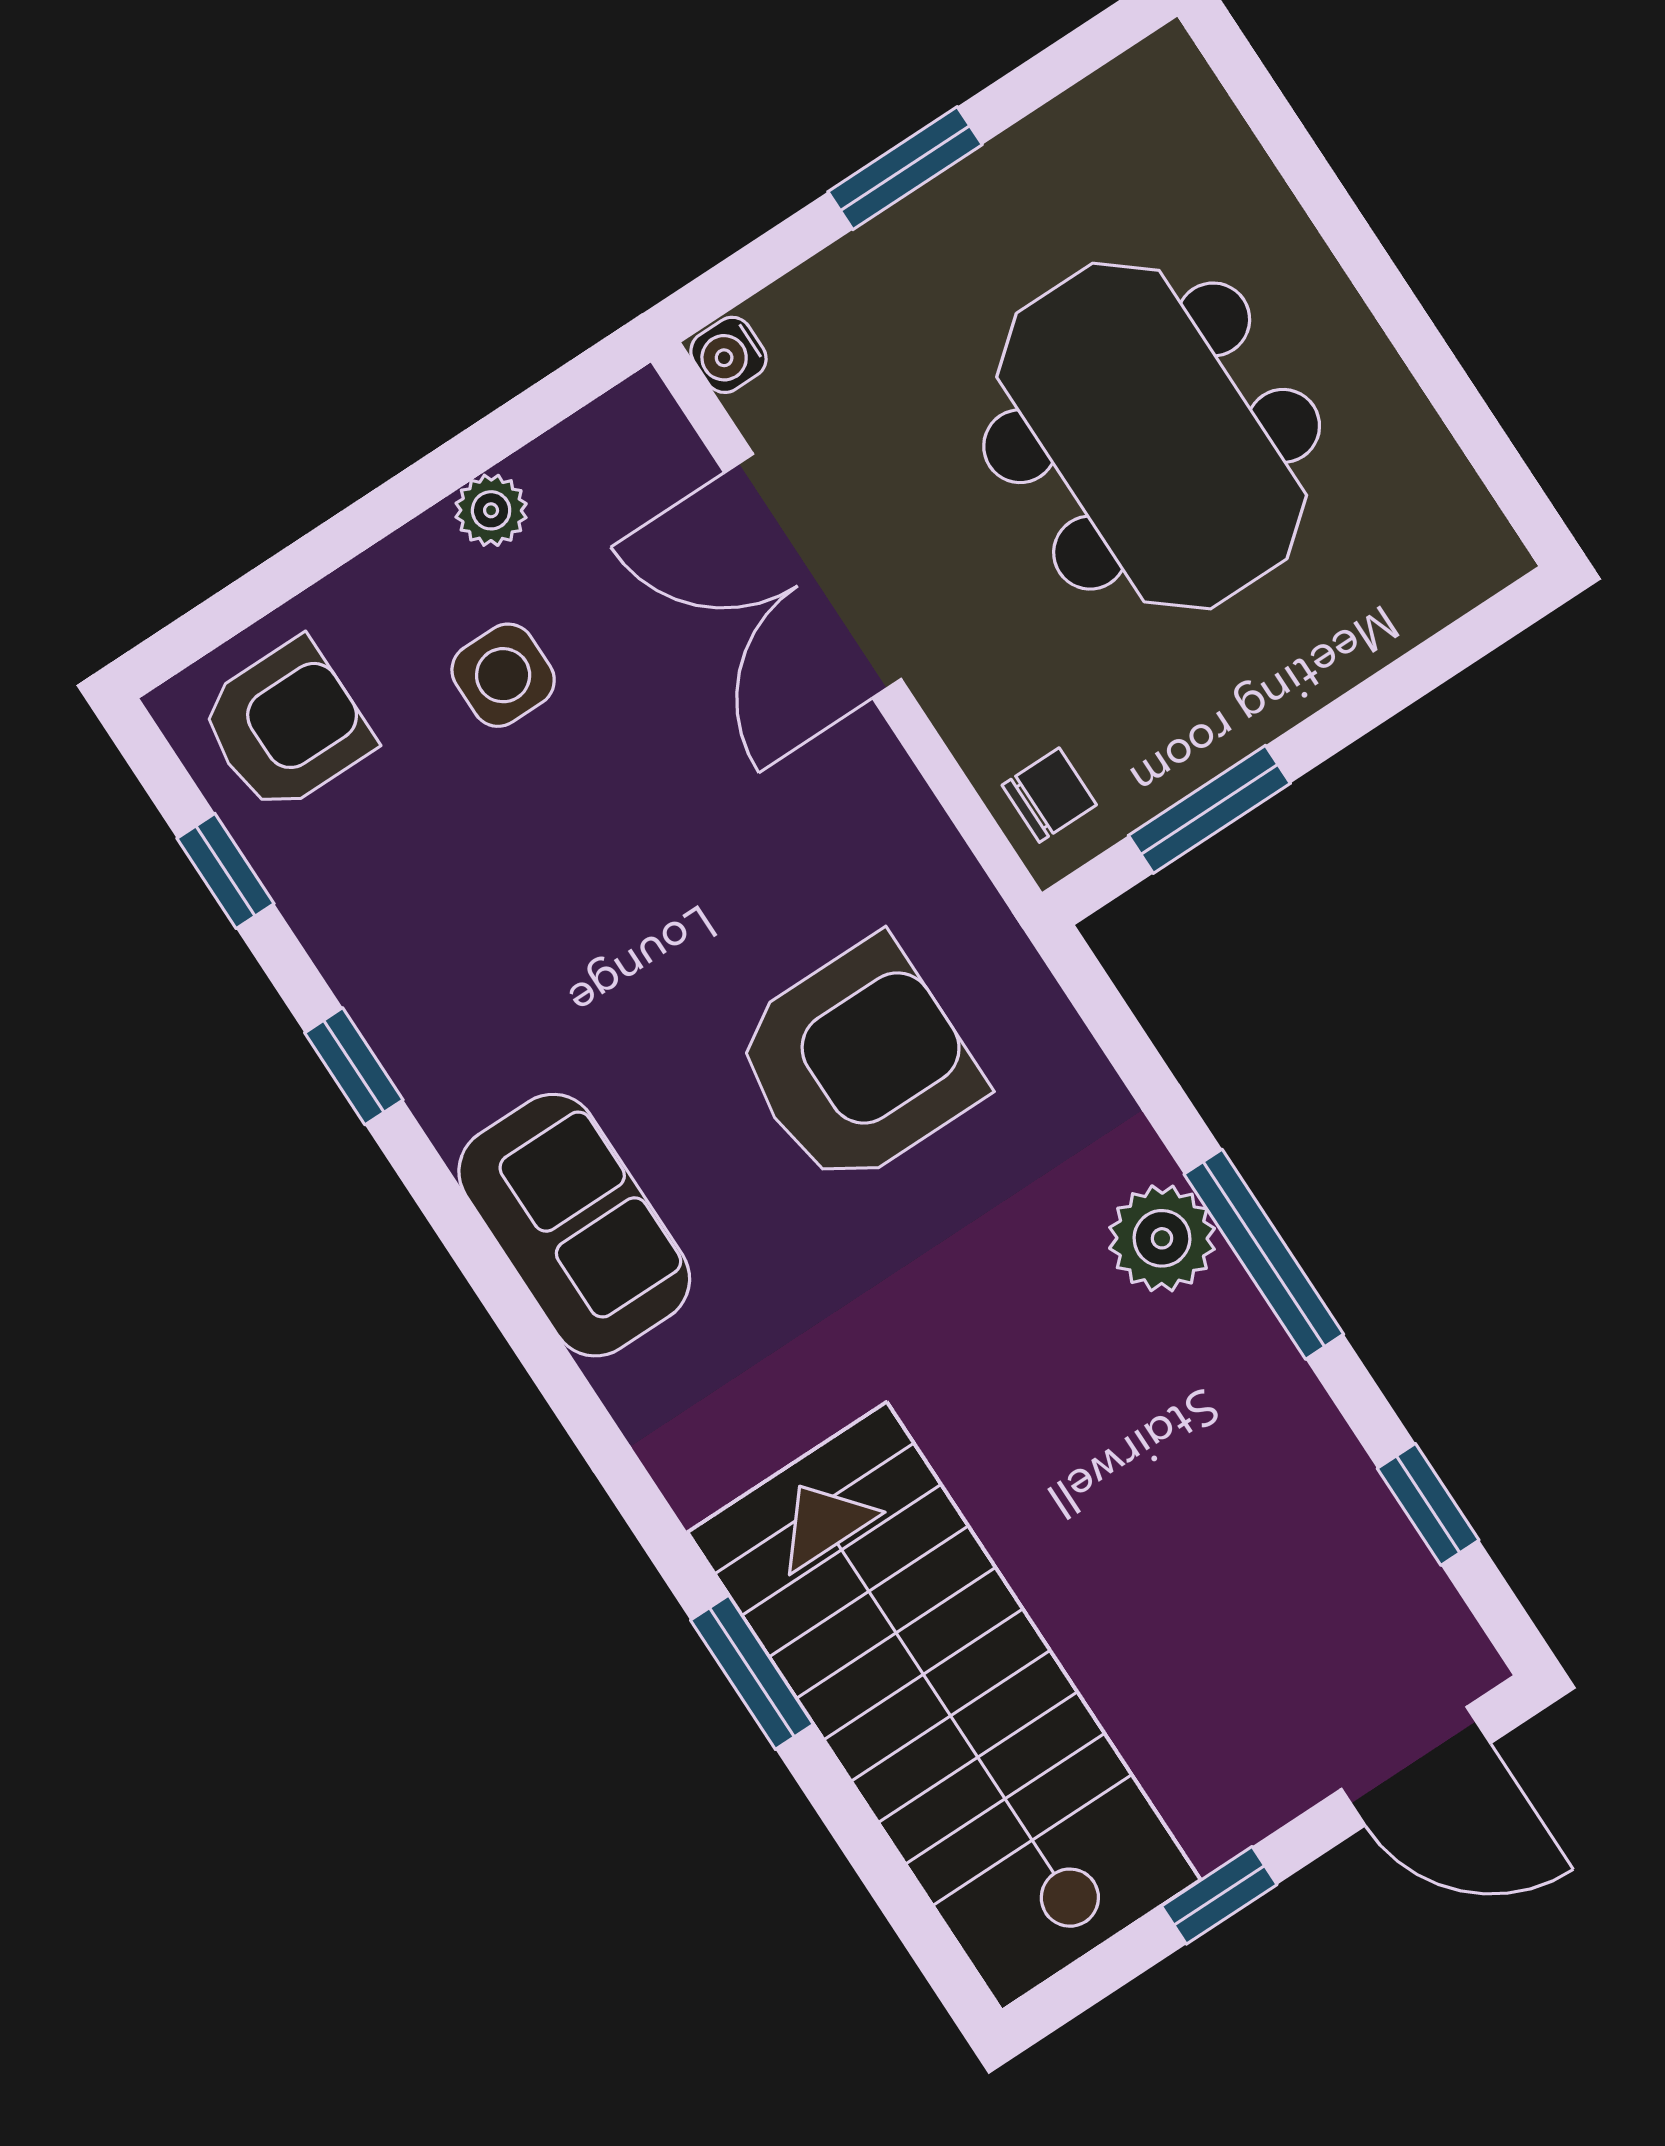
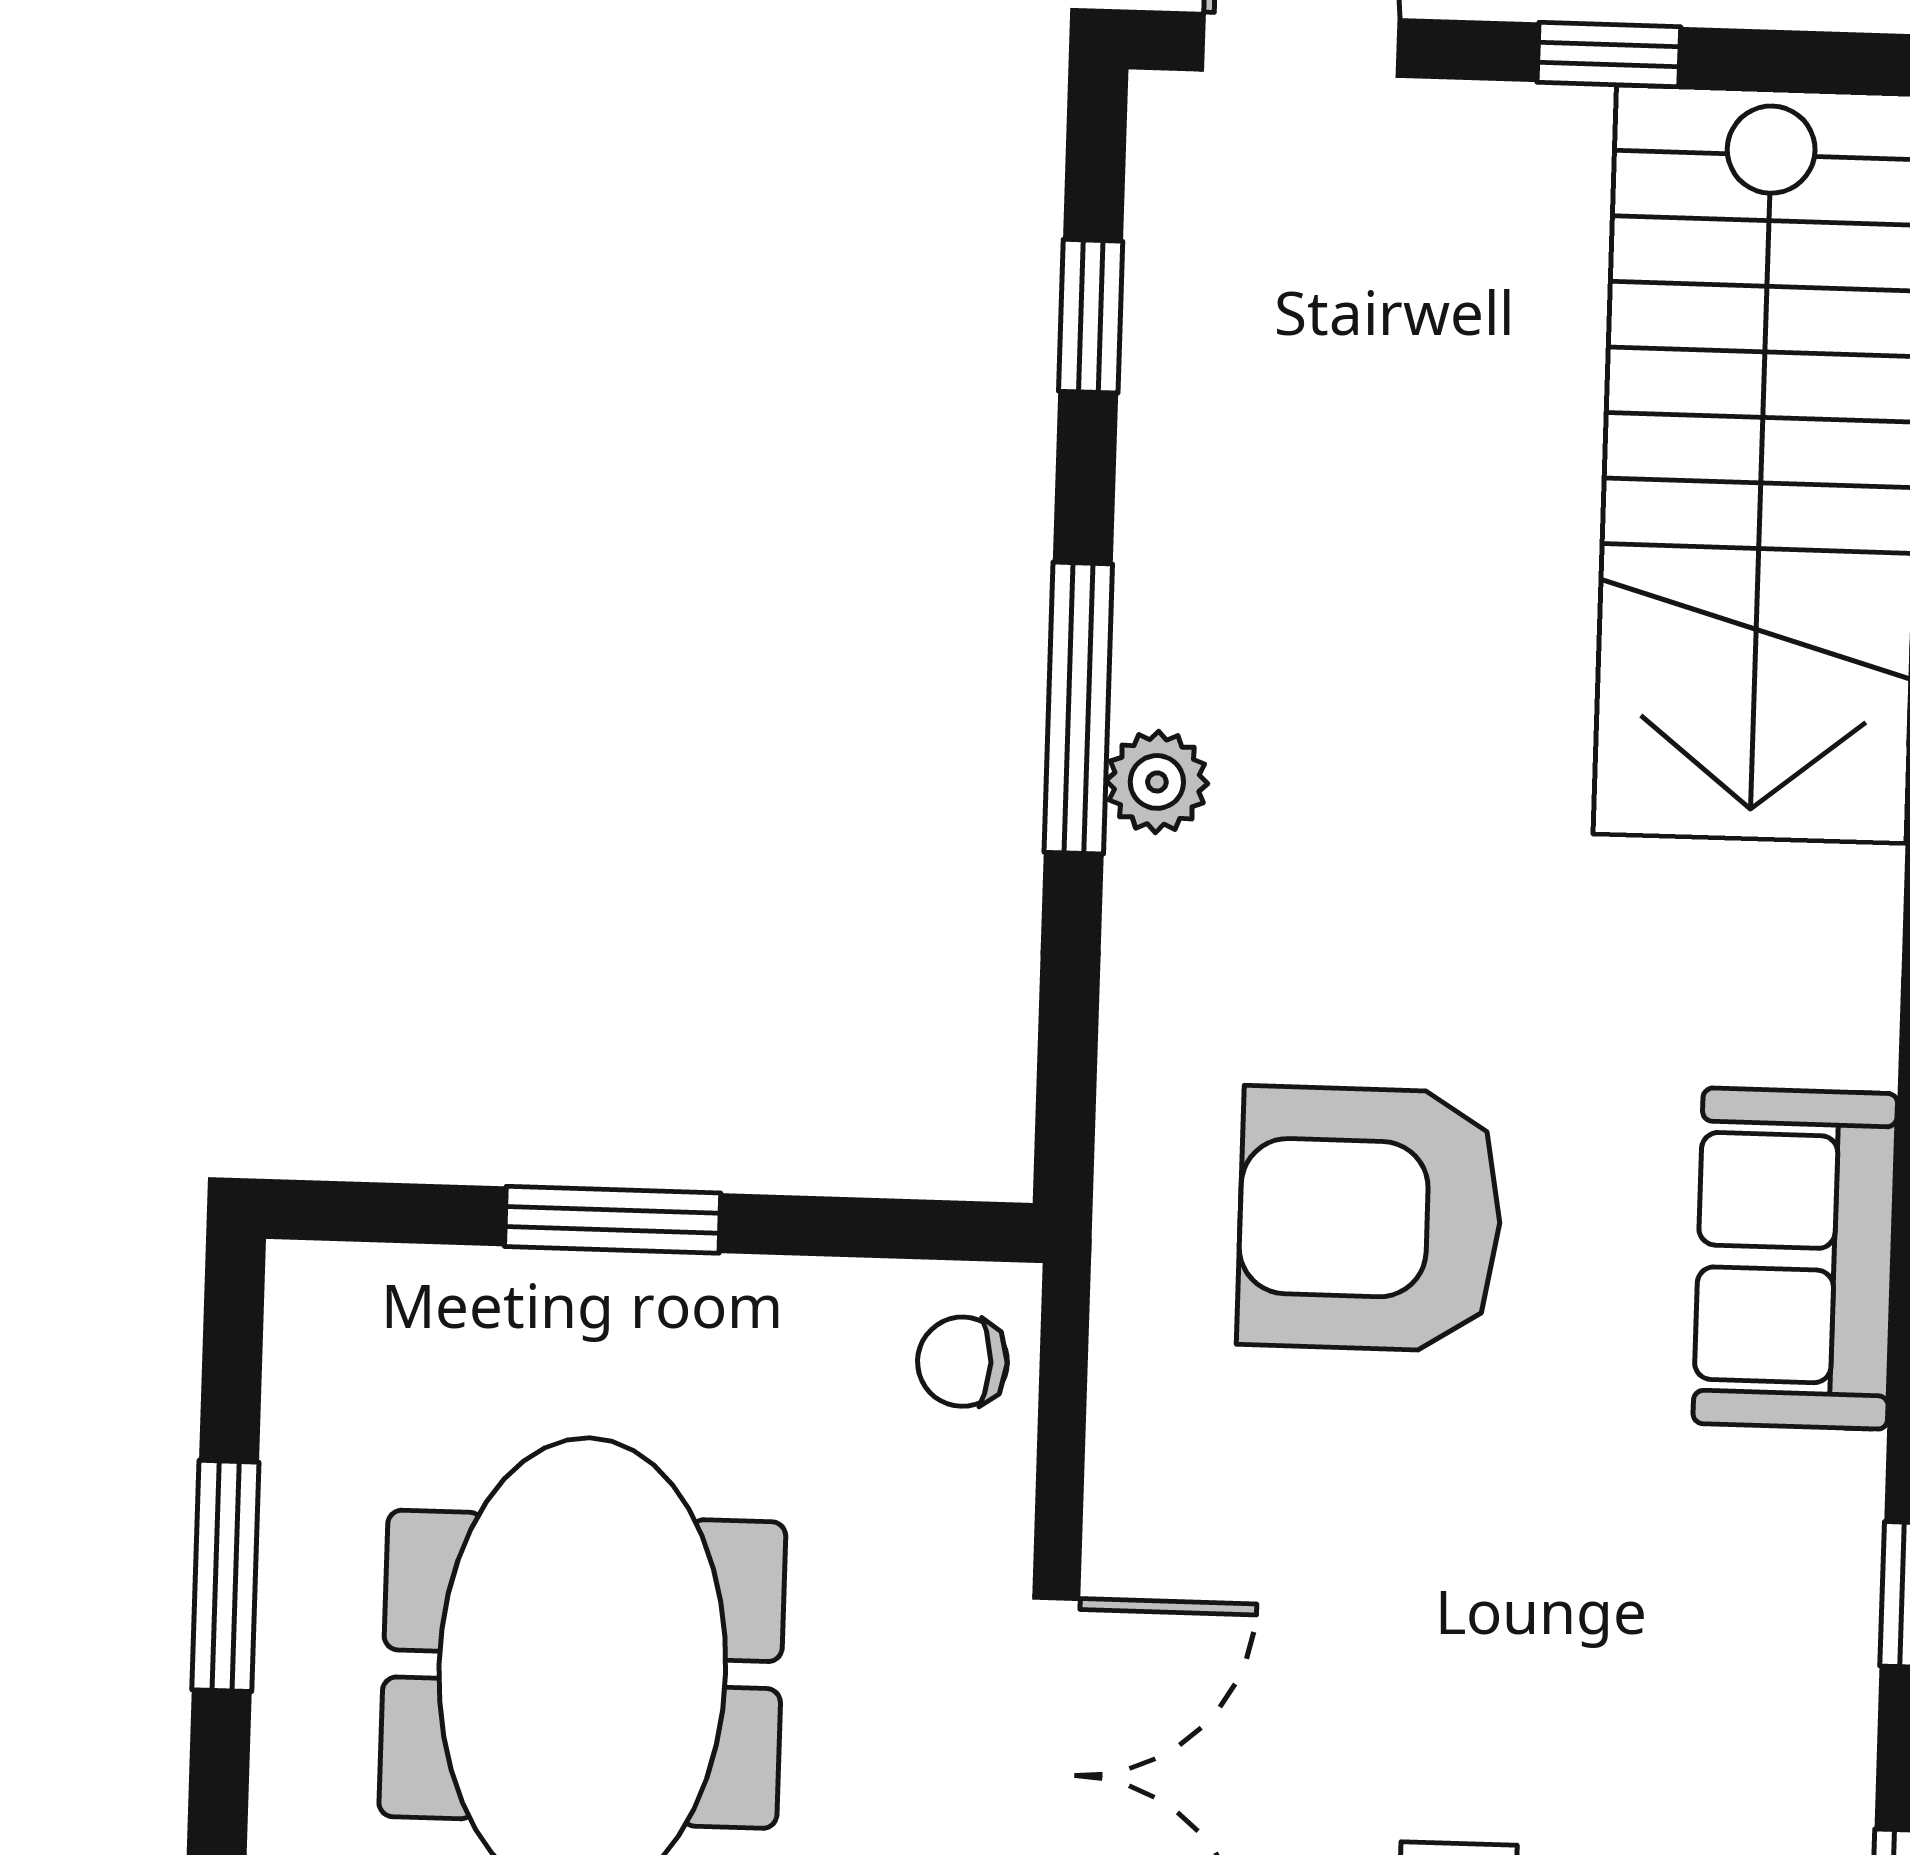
window: (1416, 338) -> (225, 1576), added
window: (1209, 809) -> (613, 1220), moved
plant: (1162, 1238) -> (1157, 782), width x0.73, depth x0.73

